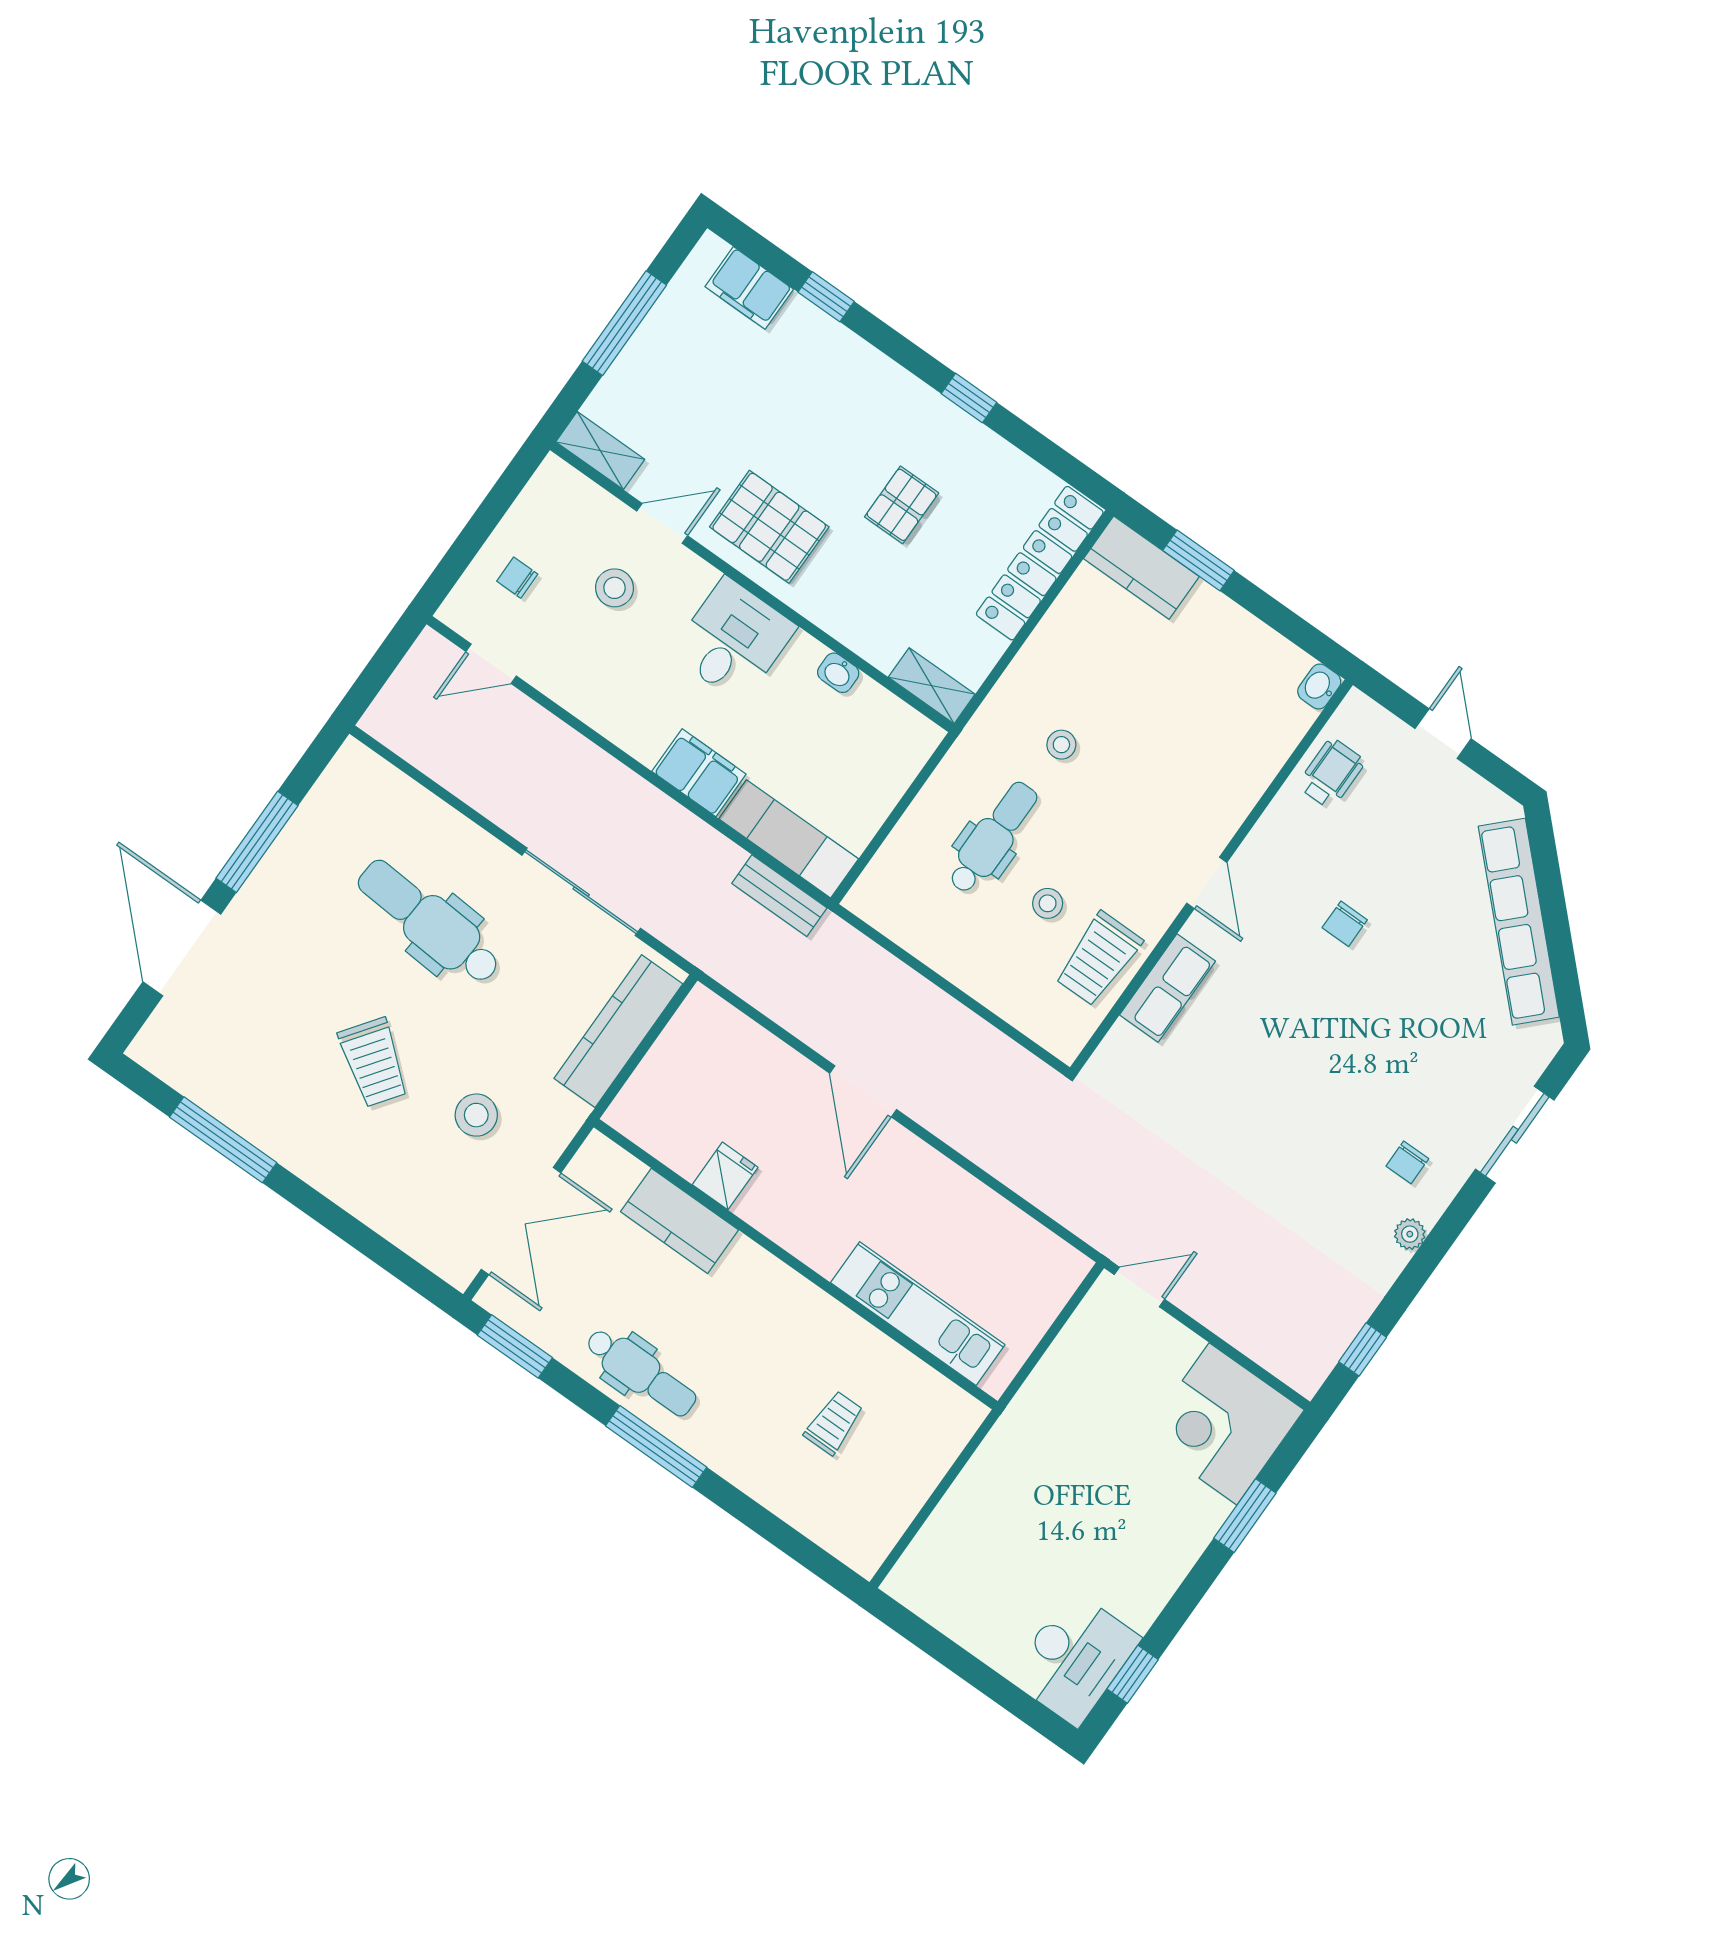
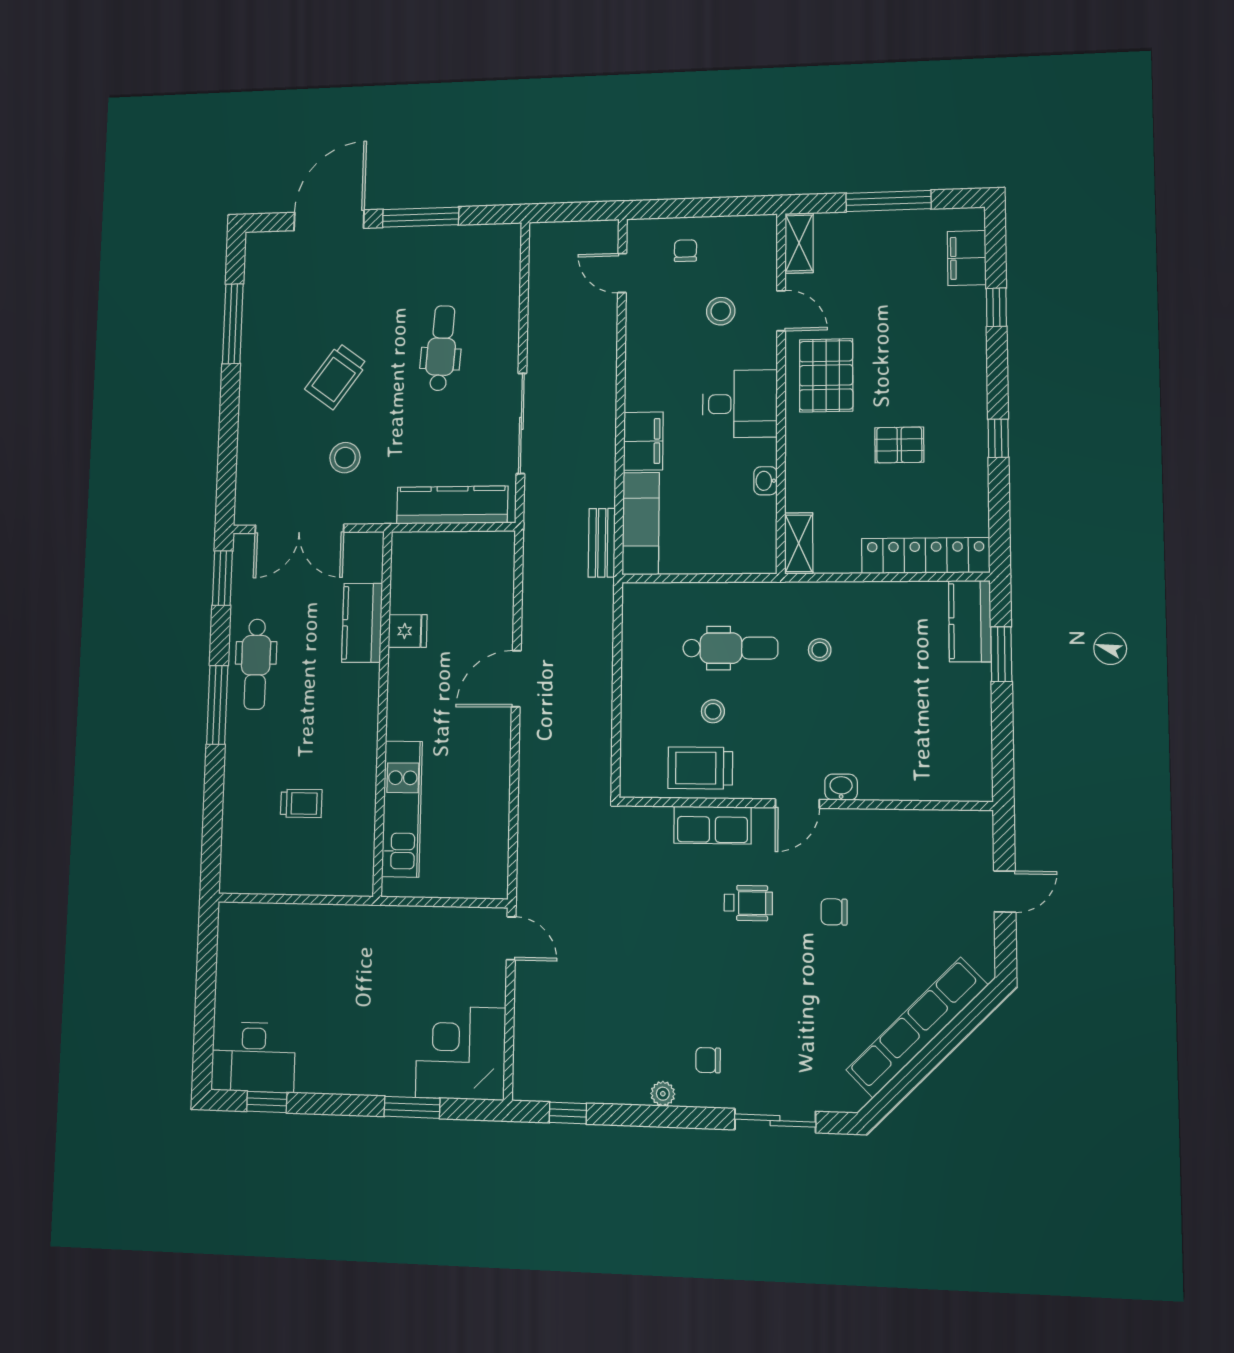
washbasin: (1319, 686) -> (841, 787), moved
wheelchair: (1331, 773) -> (748, 903), moved
dental chair: (429, 922) -> (441, 348), width x0.73, depth x0.72

